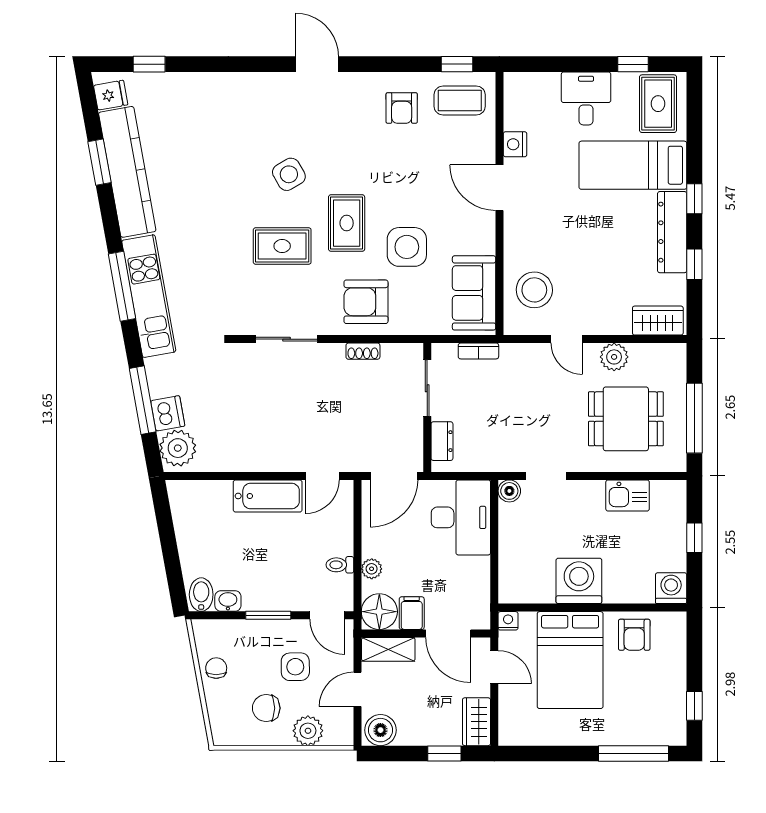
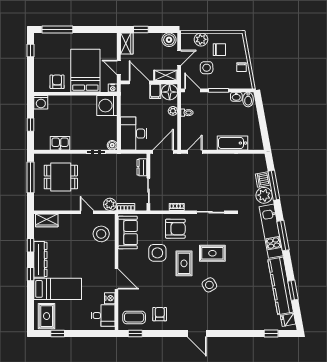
desk: (586, 98) -> (103, 316), moved, turned -90
plant: (614, 357) -> (110, 204), moved
plant: (178, 448) -> (264, 195), moved
bathtub: (268, 496) -> (232, 143), moved
washing machine: (579, 581) -> (107, 106), moved, turned 90

